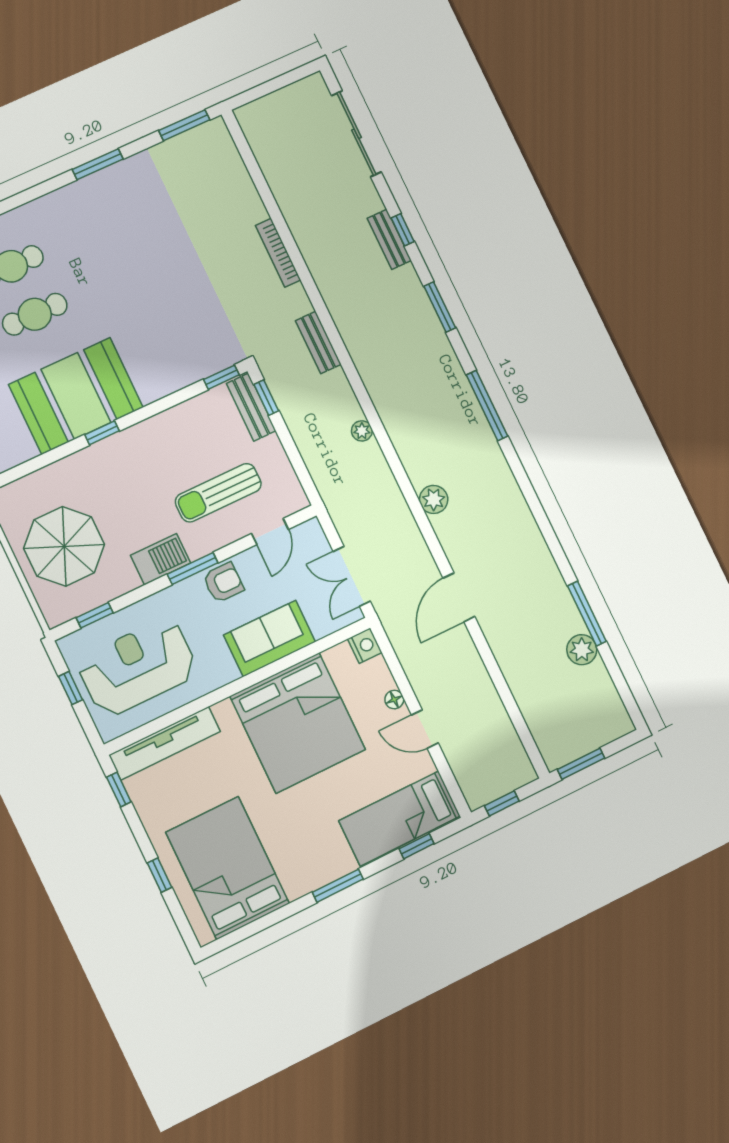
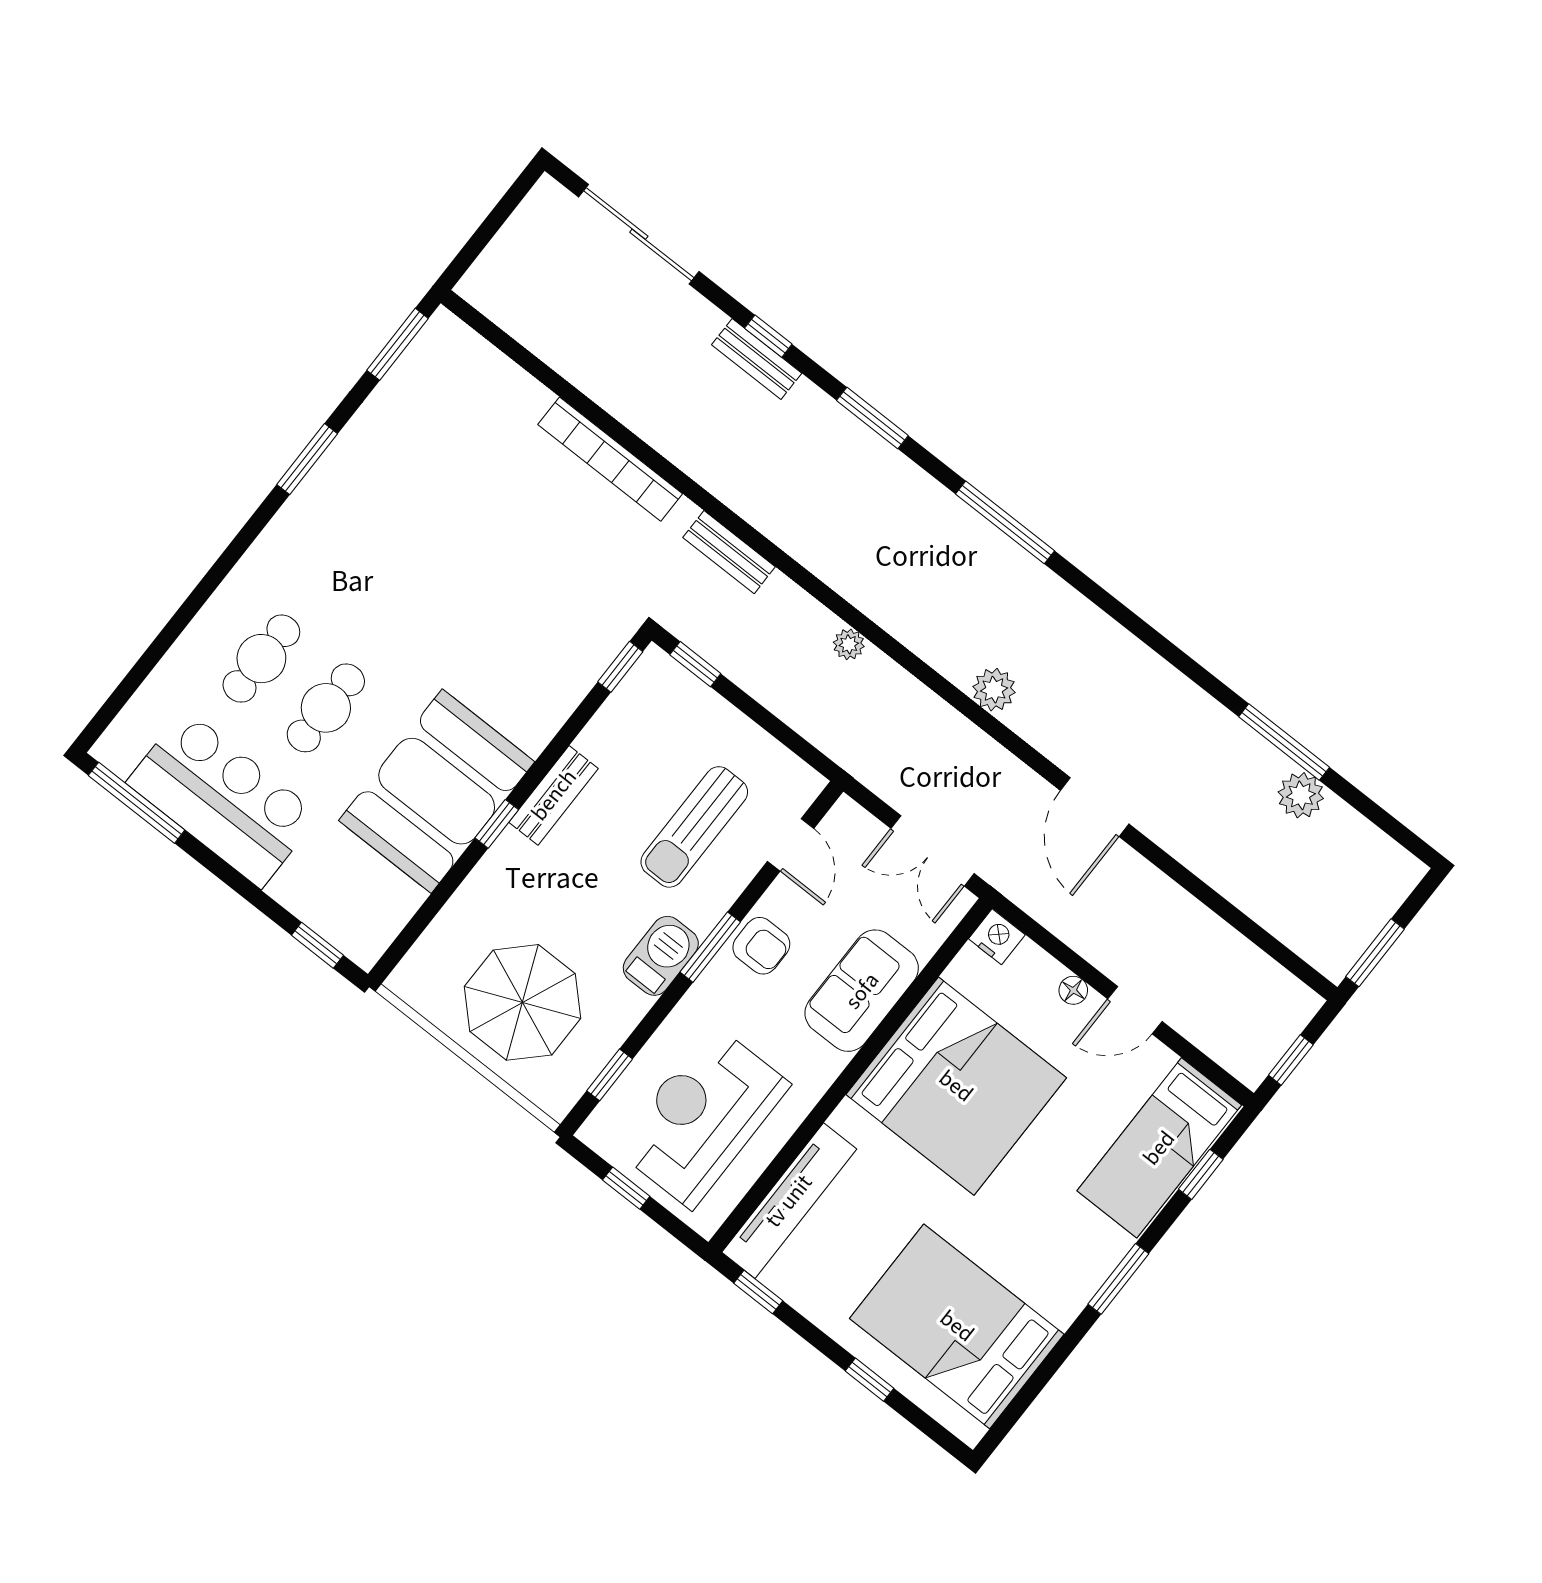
bookcase: (278, 253) -> (610, 459), width x1.48, depth x1.31
bench: (251, 407) -> (554, 795), moved, turned 90
armchair: (223, 583) -> (761, 946), turned 90

